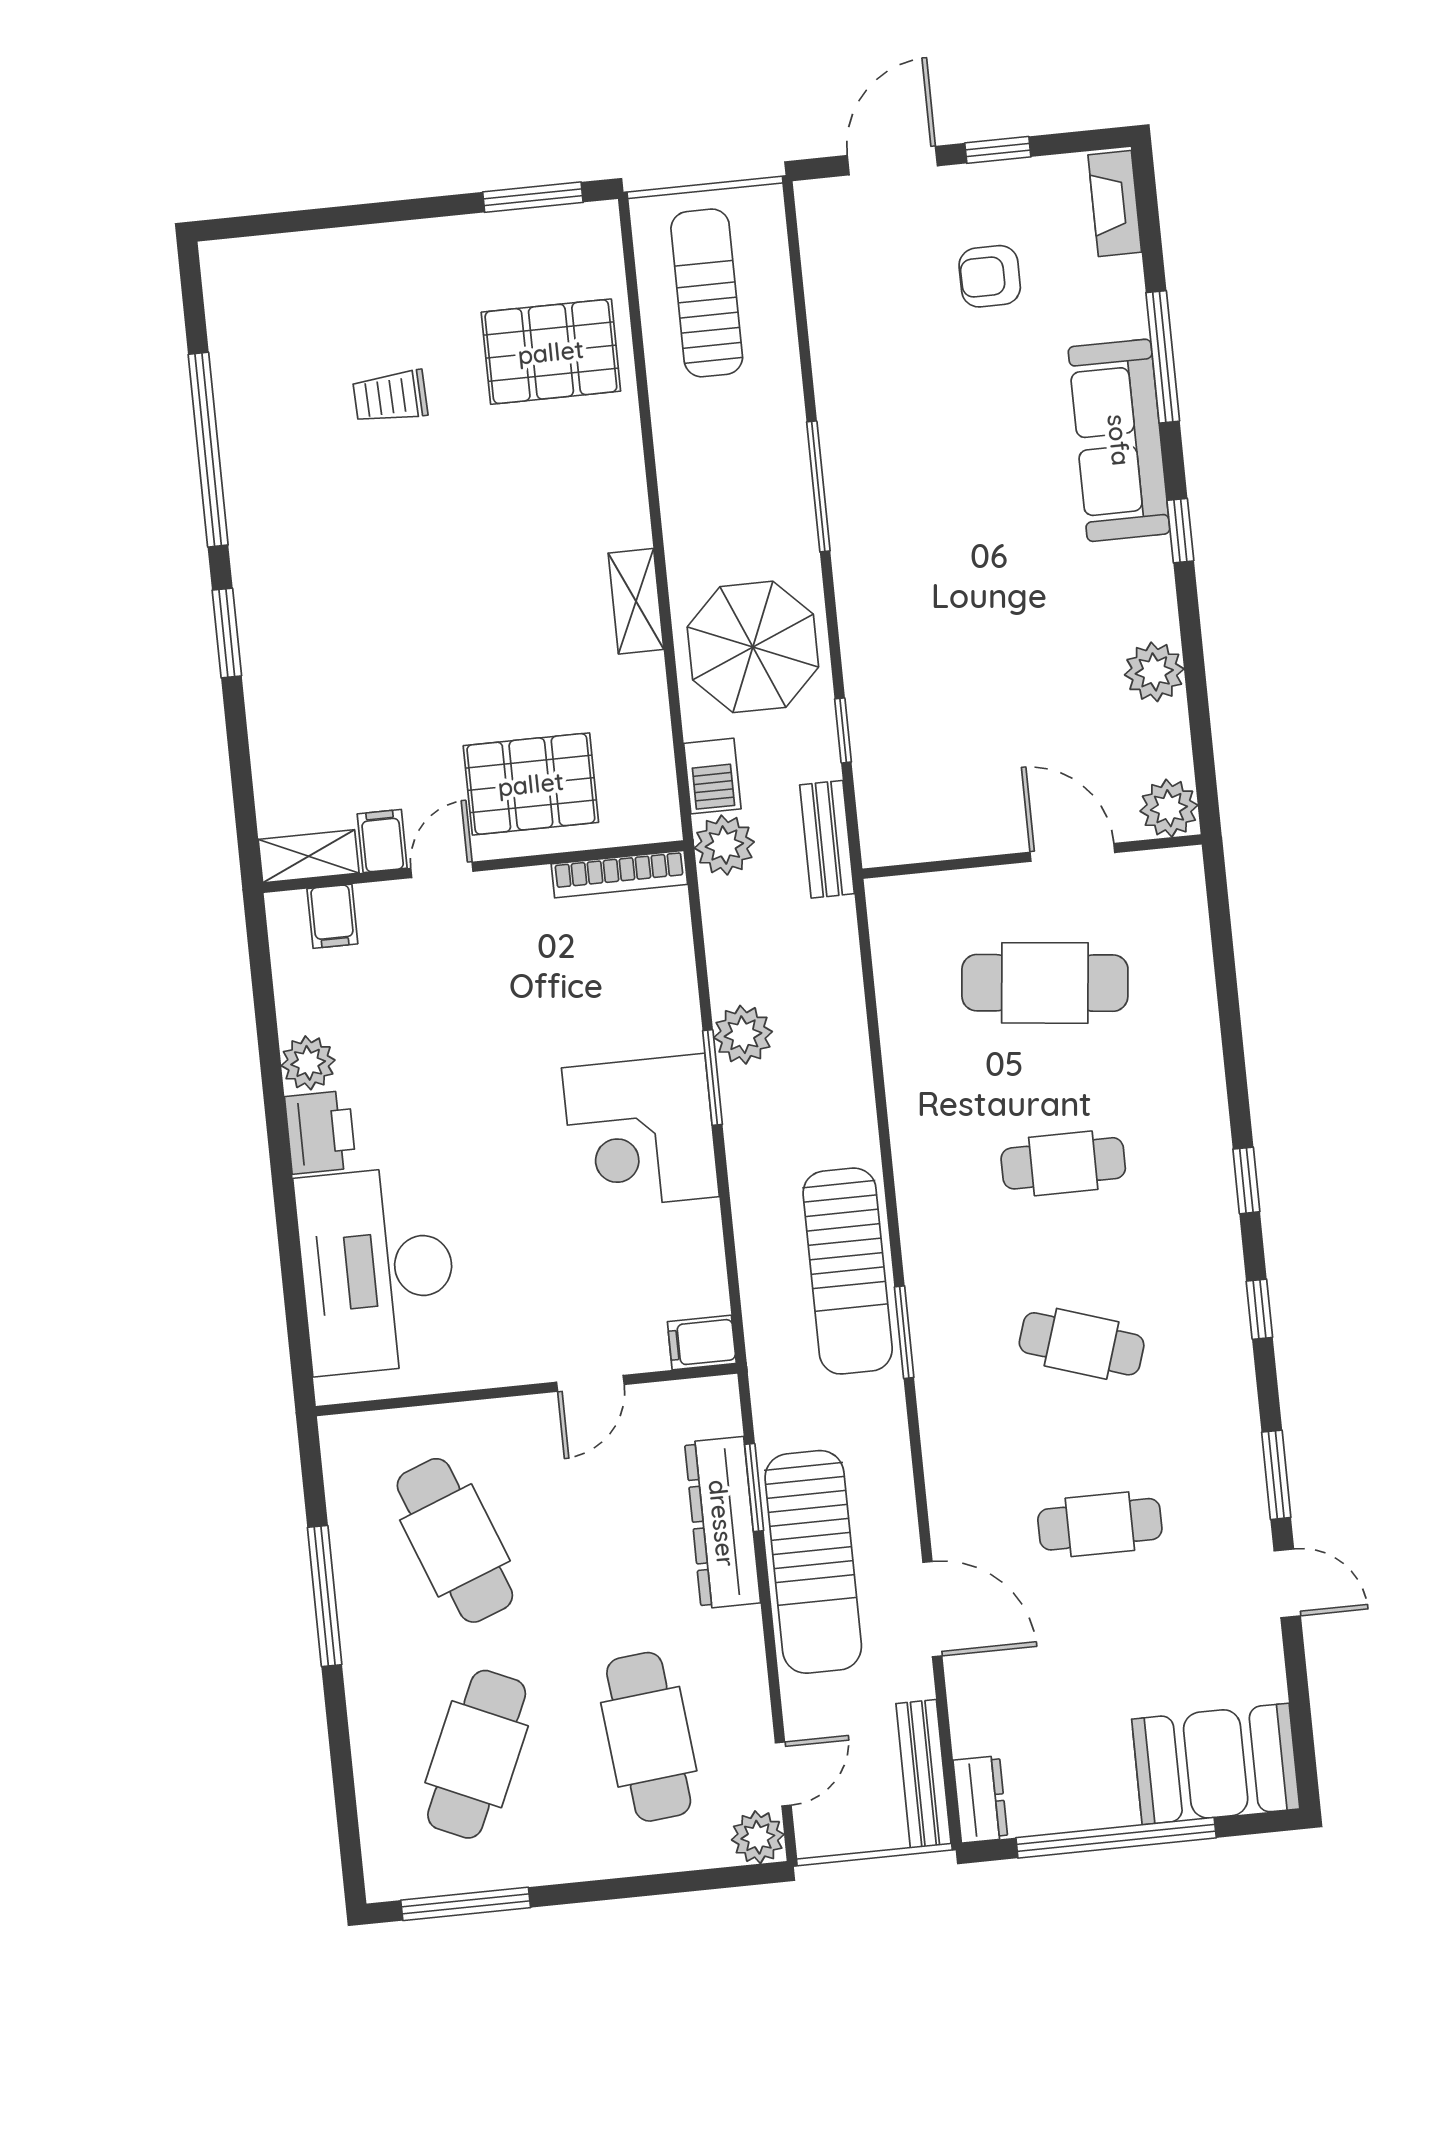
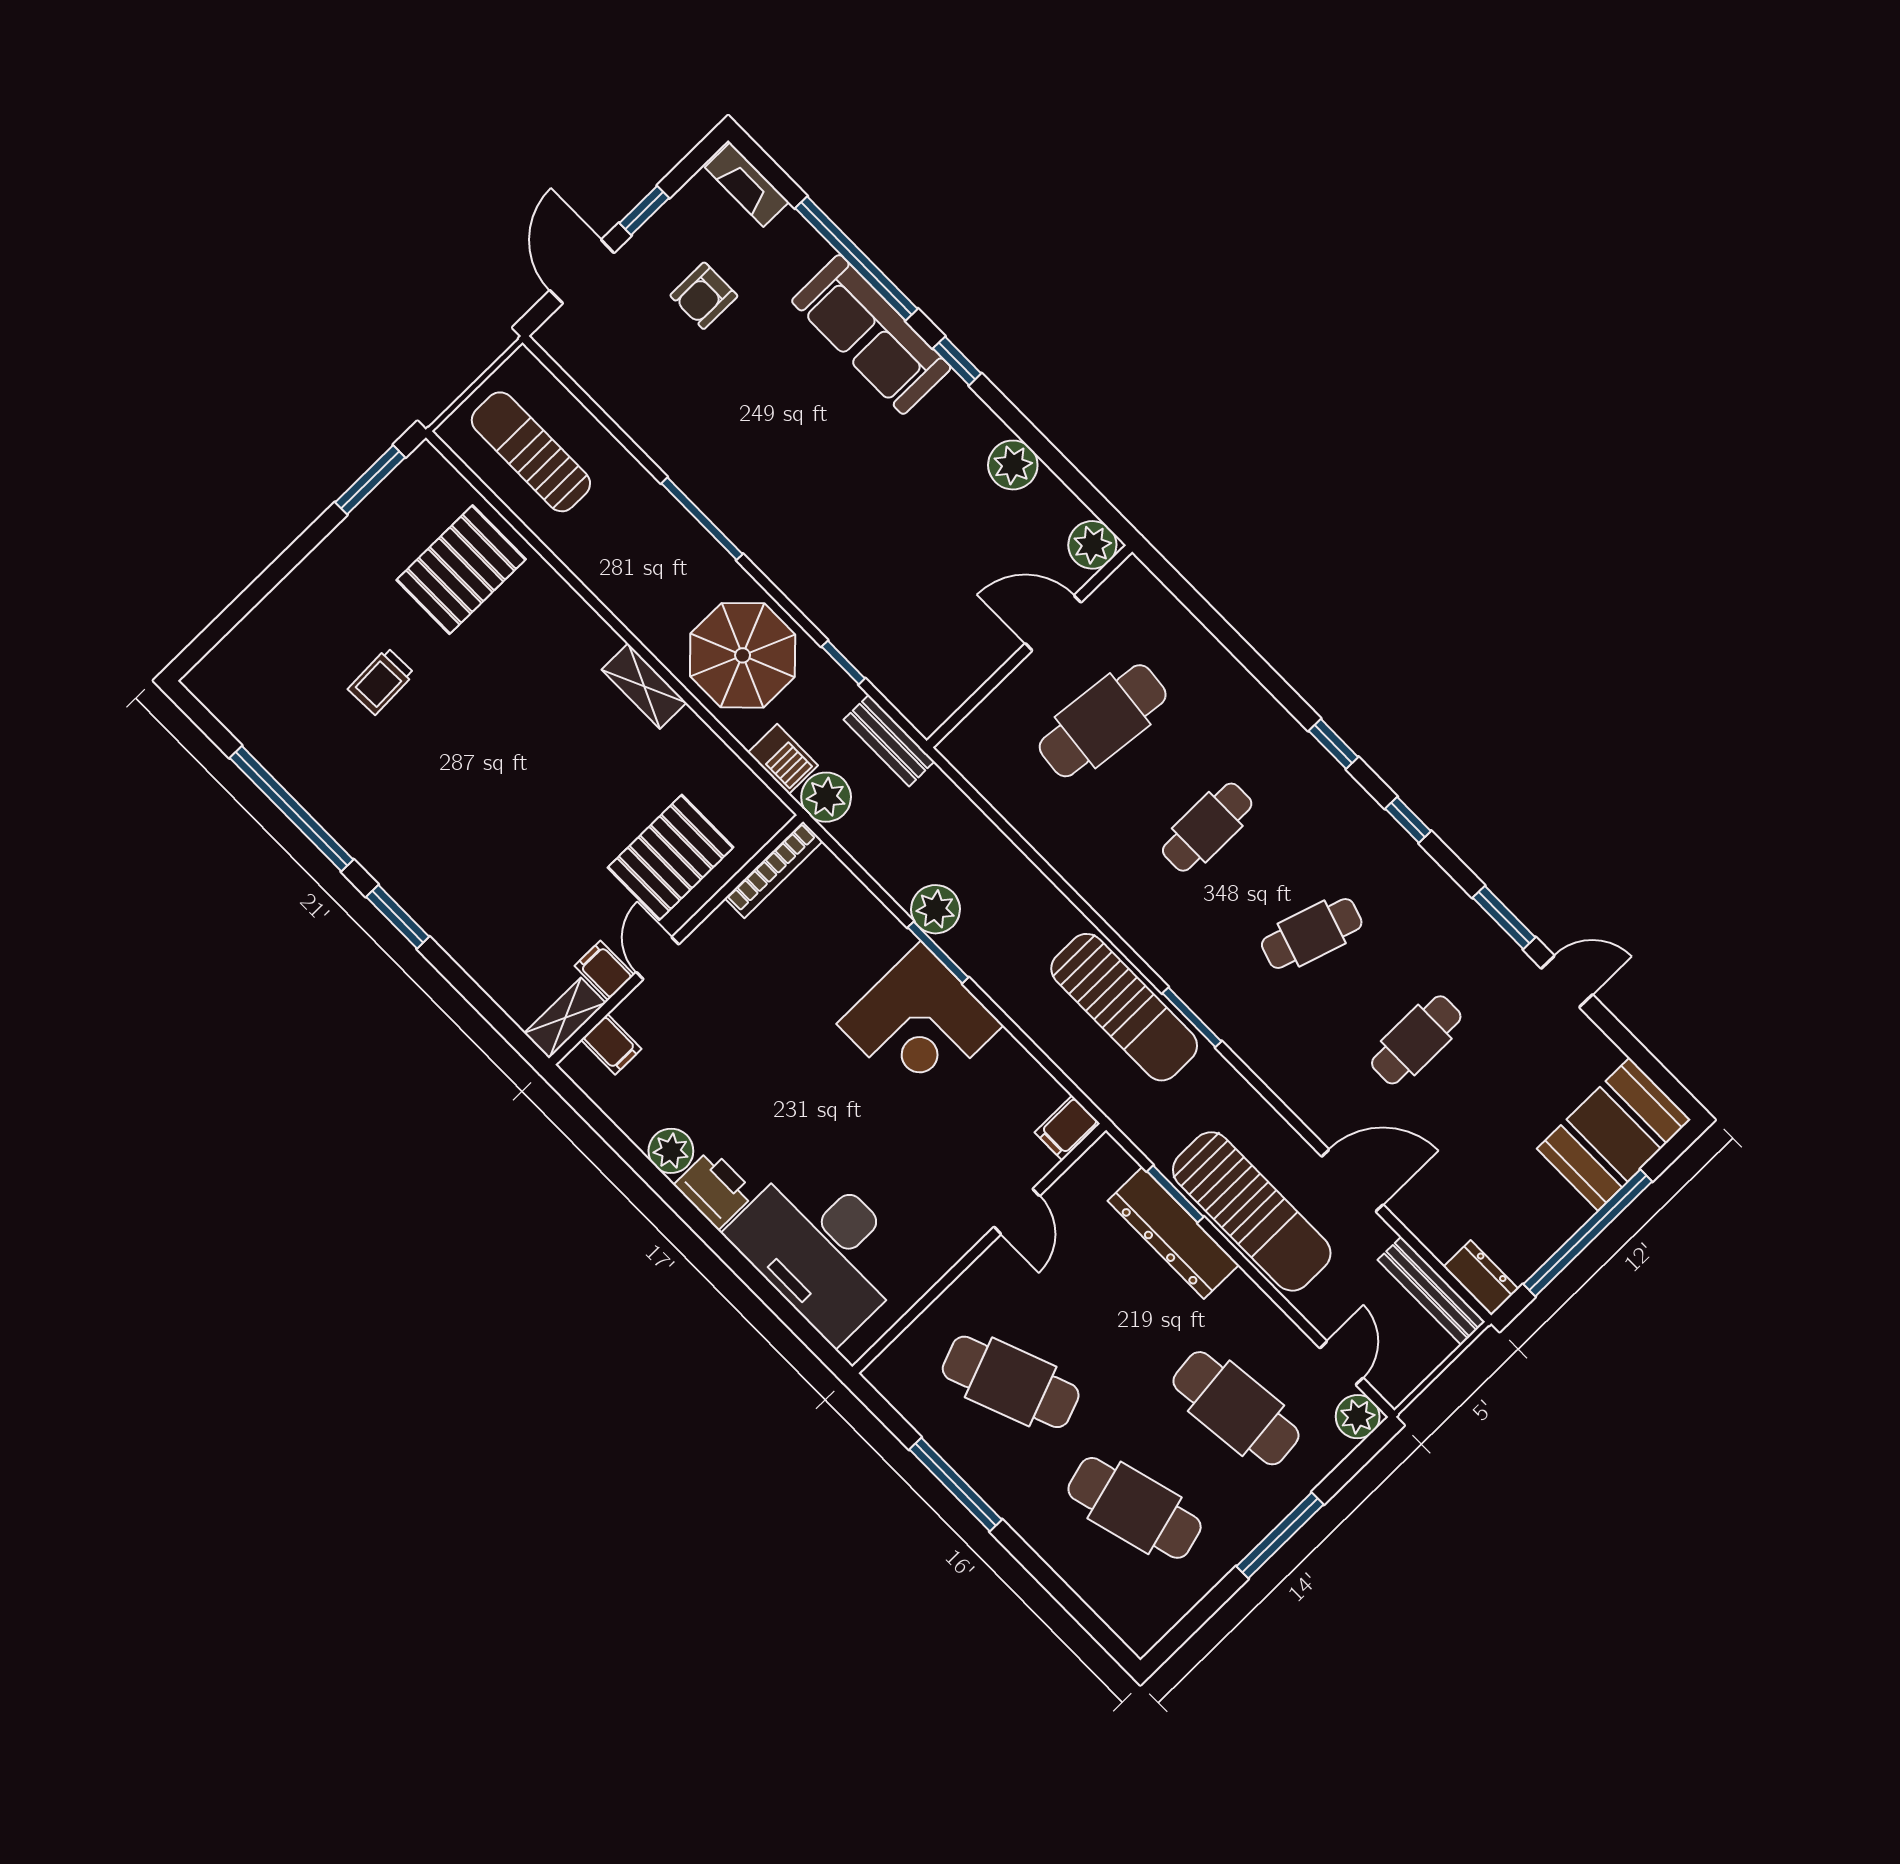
window: (1163, 357) -> (856, 258), width x1.46
cafe table: (477, 1754) -> (1135, 1508), turned -39
window: (466, 1904) -> (1280, 1535), moved

